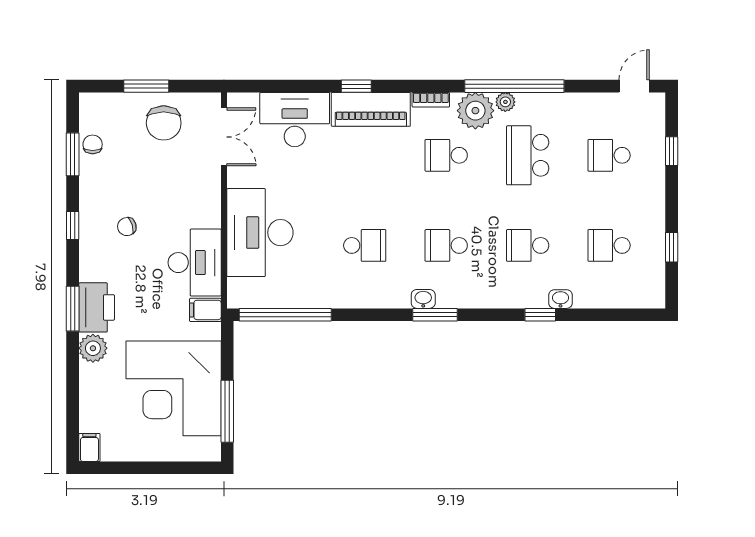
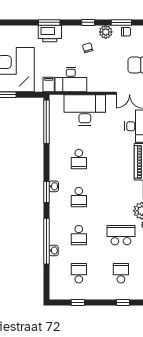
school desk: (446, 155) -> (121, 197), removed
school desk: (446, 245) -> (79, 197), turned 180
school desk: (528, 245) -> (79, 235), turned 180
window: (540, 315) -> (46, 241), width x3.17
plant: (93, 348) -> (106, 32), moved

